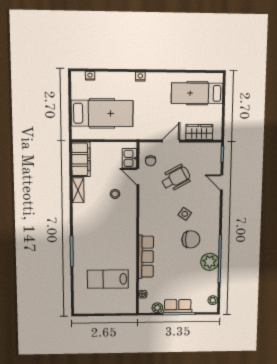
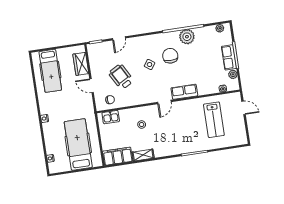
door: (138, 177) -> (164, 102), moved
row of seats: (146, 257) -> (184, 92), width x0.68
door: (117, 314) -> (244, 108), added

